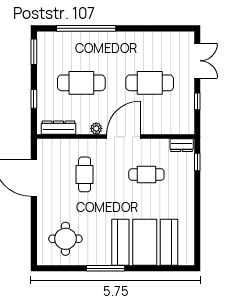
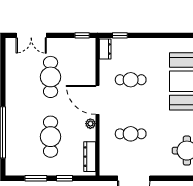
window: (34, 52) -> (36, 178), moved
double door: (197, 61) -> (31, 35), swing flipped
window: (197, 101) -> (82, 35), moved
cafe table: (146, 174) -> (131, 80), turned 90

